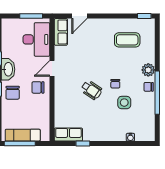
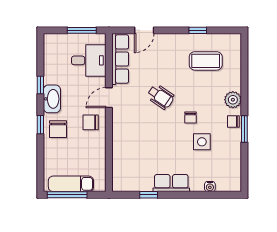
window: (144, 16) -> (198, 30), moved
row of seats: (61, 32) -> (120, 59), width x1.48
desk: (36, 39) -> (89, 60), width x0.73
wheelchair: (91, 90) -> (161, 97), moved
window: (157, 93) -> (244, 129), width x0.47
row of seats: (68, 135) -> (171, 183), moved

